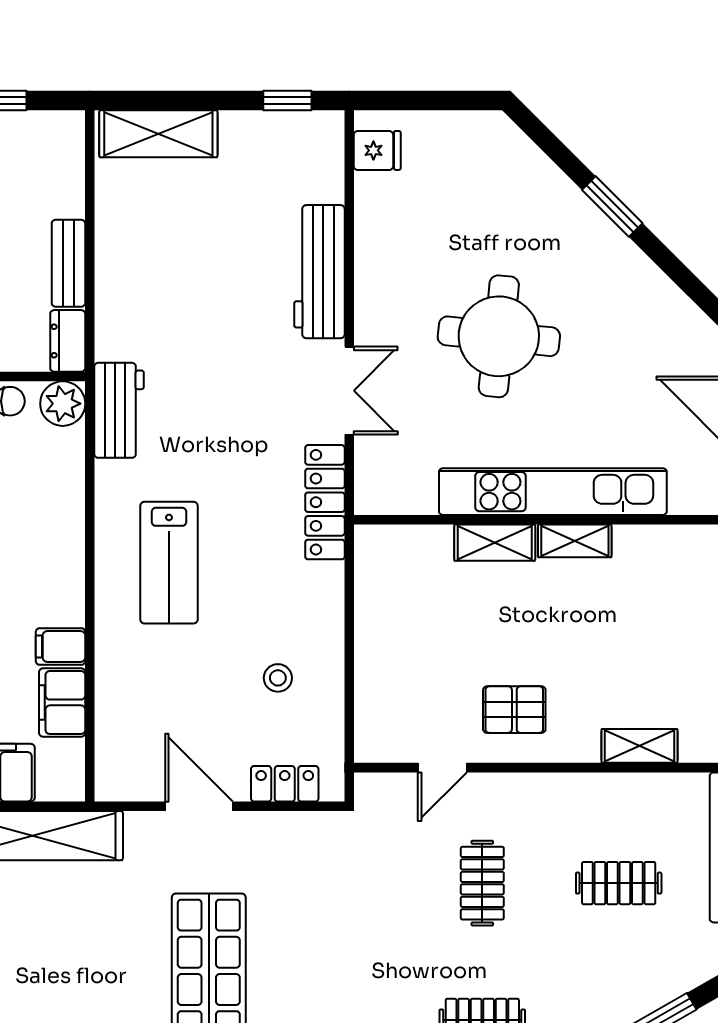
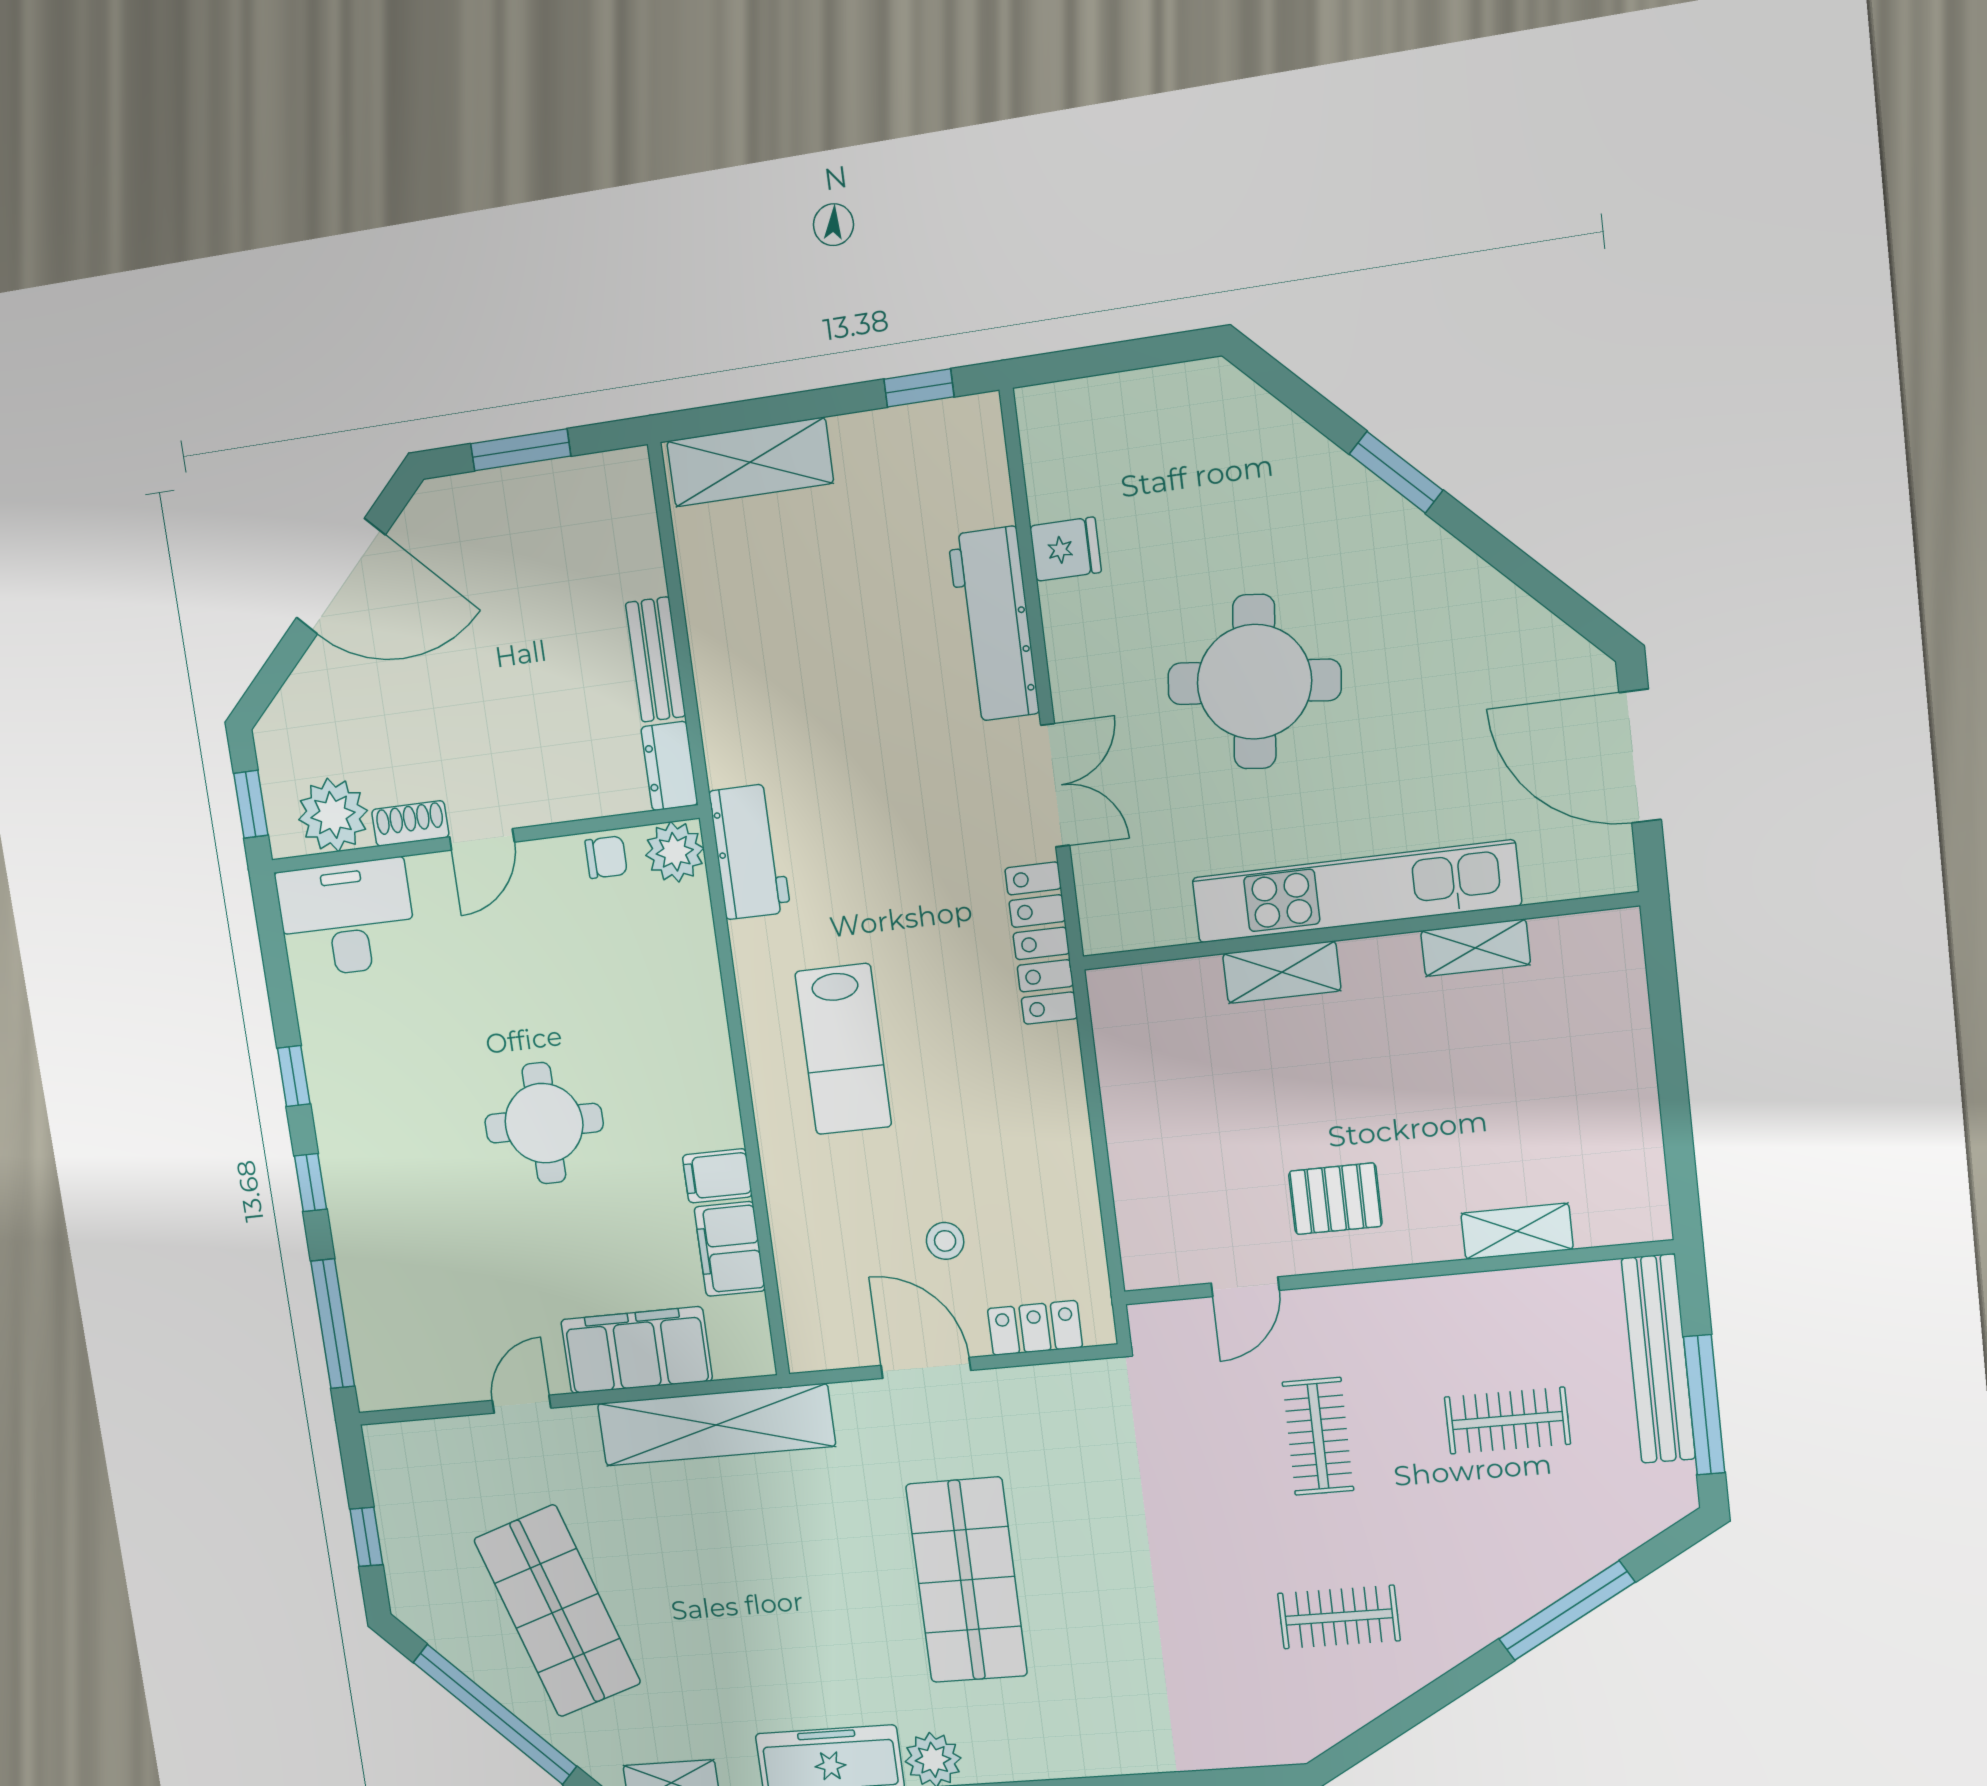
fridge: (377, 150) -> (1065, 549), moved
shelving: (575, 541) -> (1476, 948), moved
stool: (278, 678) -> (945, 1241), moved

